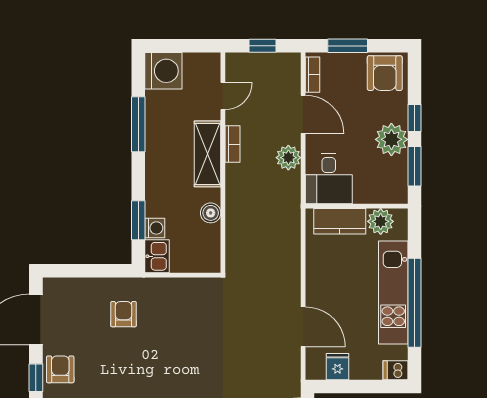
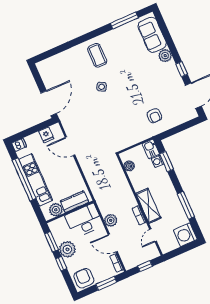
desk: (329, 179) -> (84, 221), width x1.37
boiler: (211, 213) -> (129, 166), moved
armchair: (60, 369) -> (172, 78), removed

